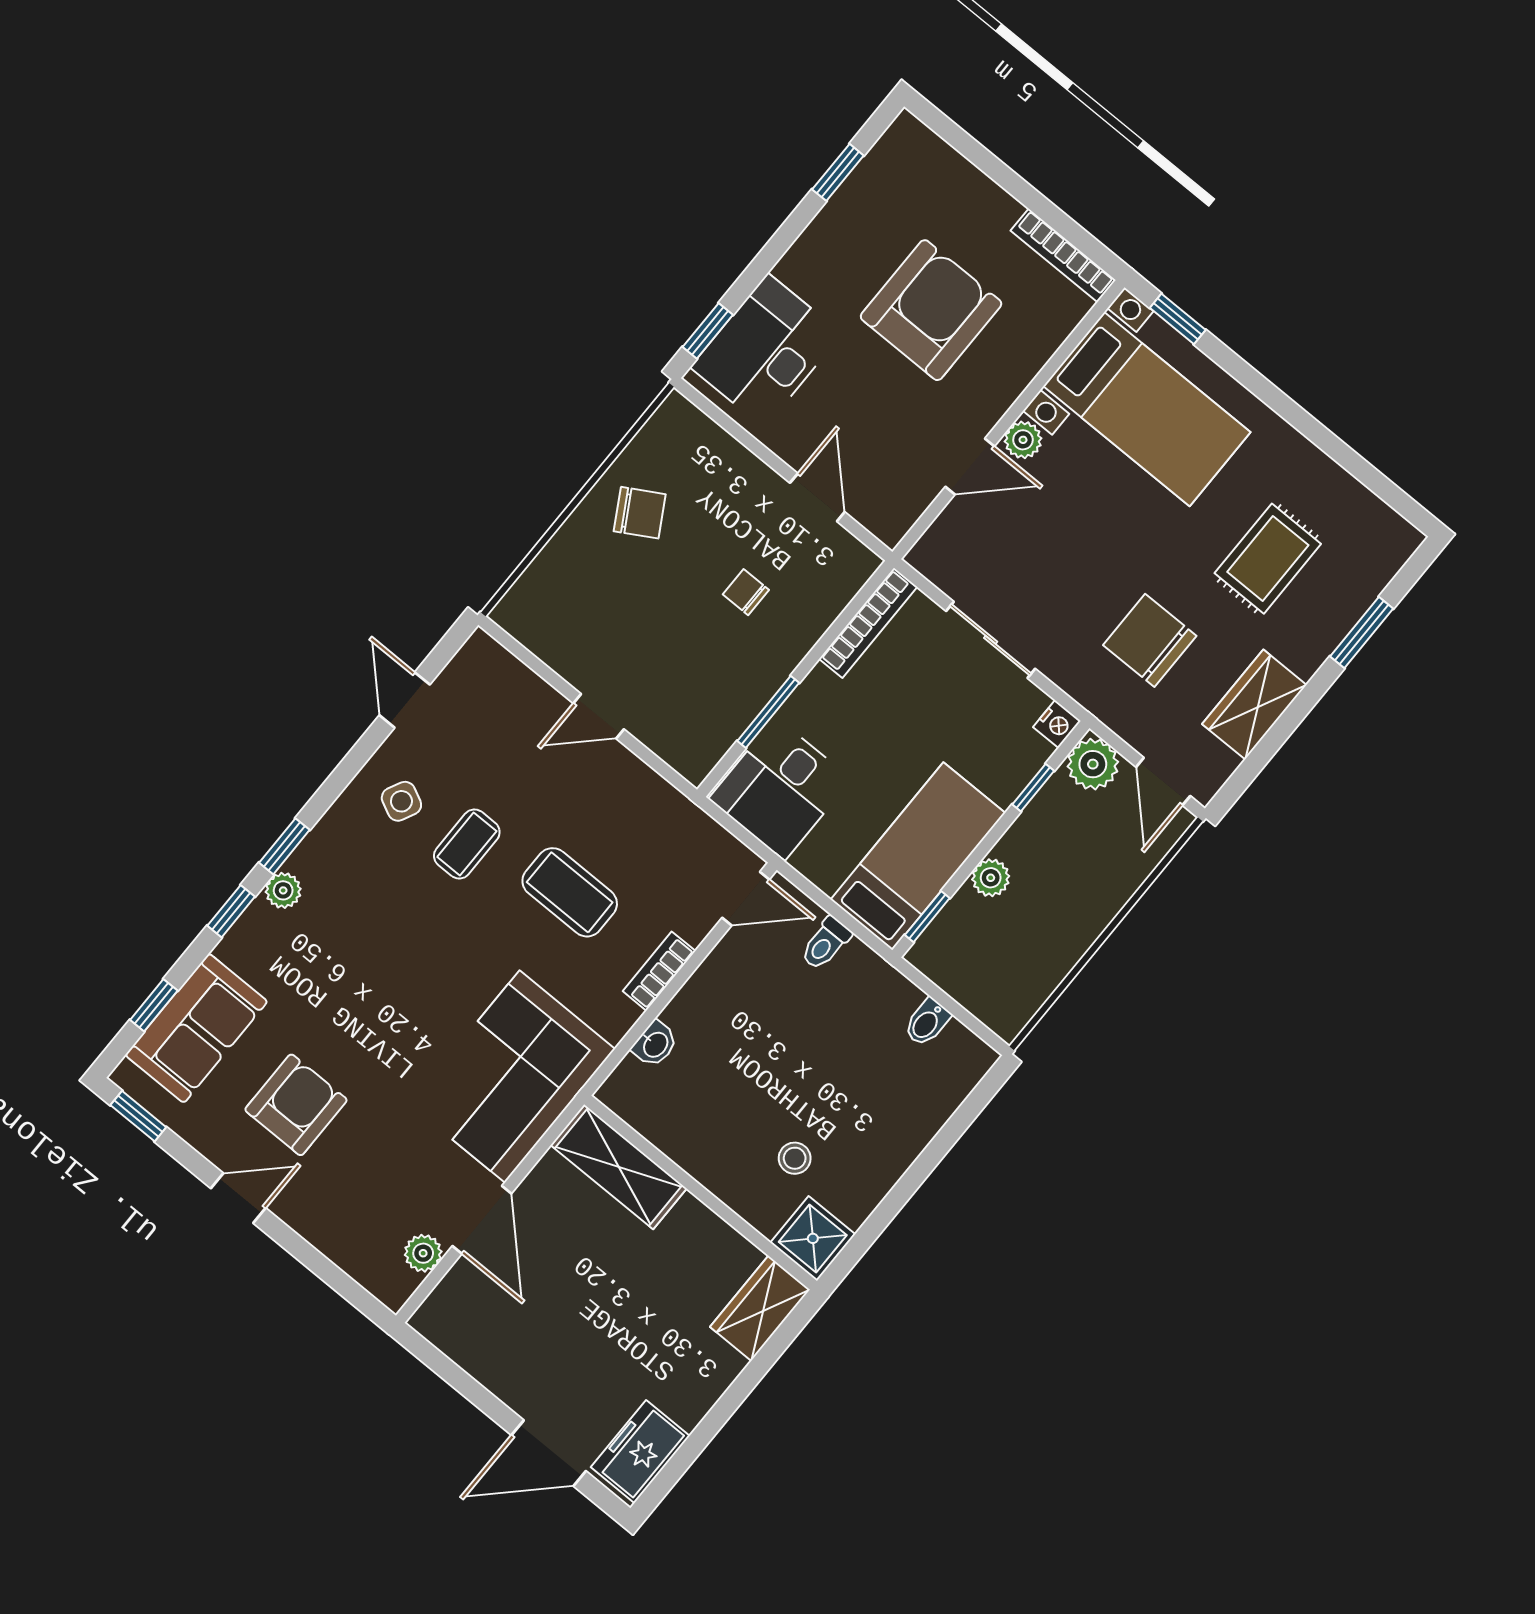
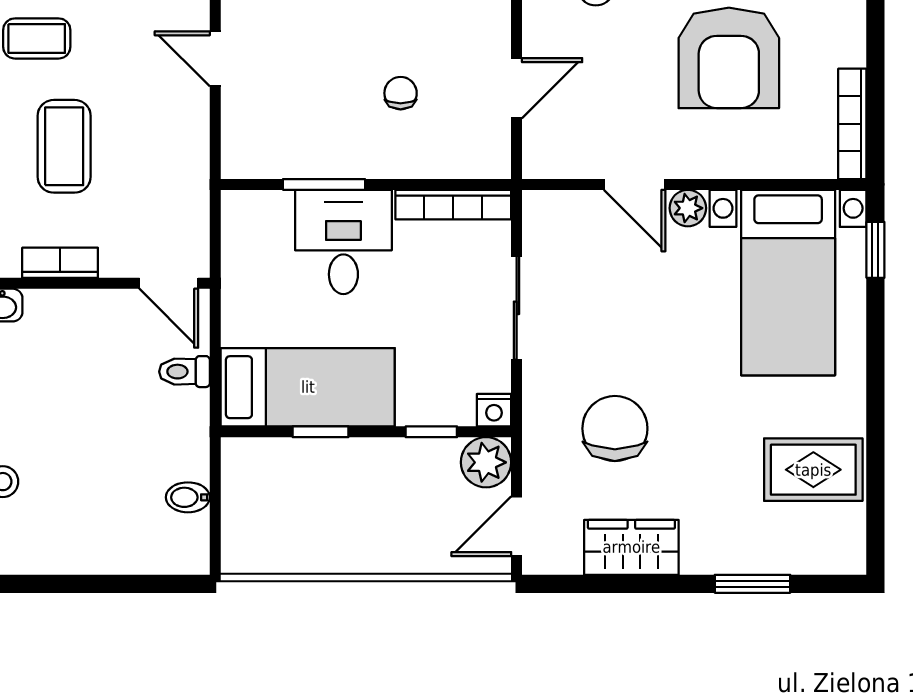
armchair: (931, 310) -> (729, 58), turned 90
rug: (1268, 559) -> (813, 470), moved
desk: (780, 789) -> (343, 242), moved, turned 90
plant: (991, 878) -> (337, 456), removed
window: (927, 917) -> (321, 432), moved

